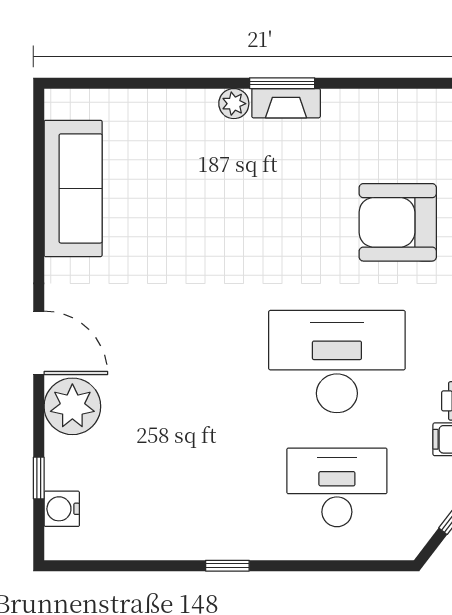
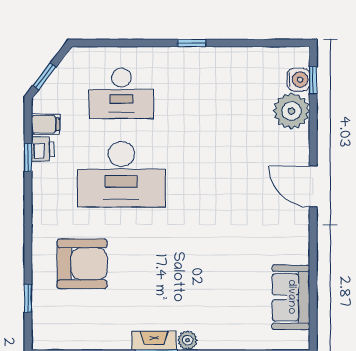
sofa: (73, 188) -> (291, 297), width x0.73
plant: (72, 406) -> (291, 111), moved
window: (39, 478) -> (313, 80), moved

